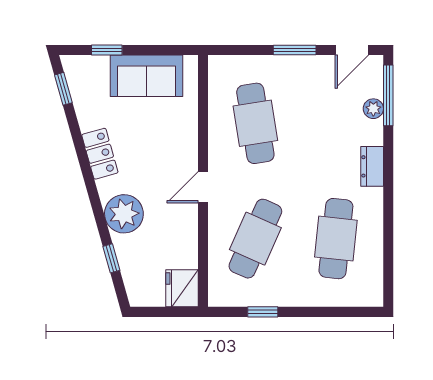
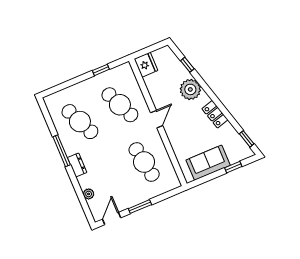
window: (388, 95) -> (62, 151), moved
cafe table: (255, 239) -> (120, 105), turned -48
cafe table: (336, 239) -> (80, 122), turned -30

